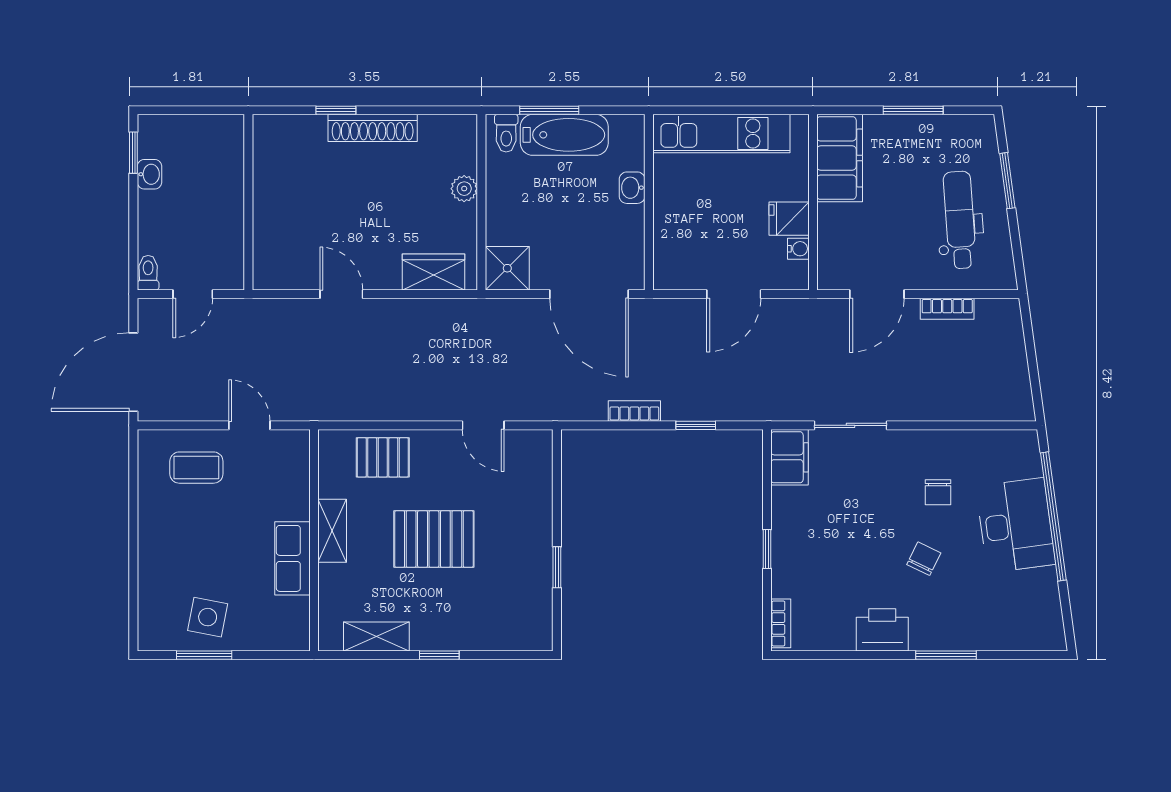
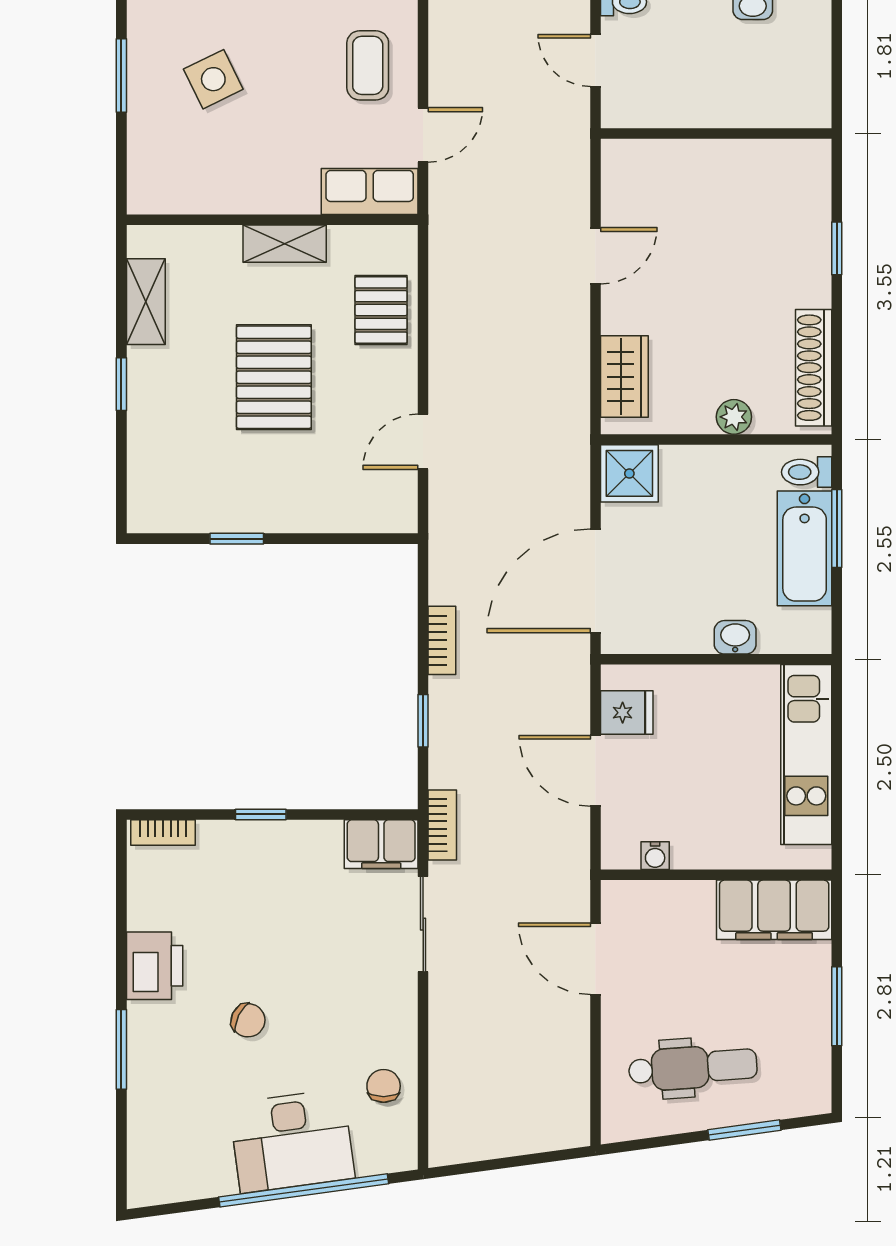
shoe rack: (373, 128) -> (814, 368), moved
fridge: (789, 219) -> (627, 713), moved, turned 90
bookcase: (947, 309) -> (442, 825), moved, turned 180
chair: (938, 492) -> (384, 1086), moved, turned 90
row of seats: (292, 558) -> (370, 191), moved
side table: (208, 617) -> (213, 79), moved, turned -37

